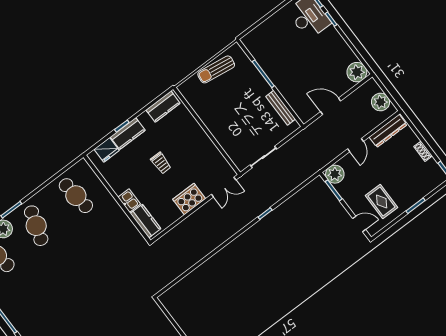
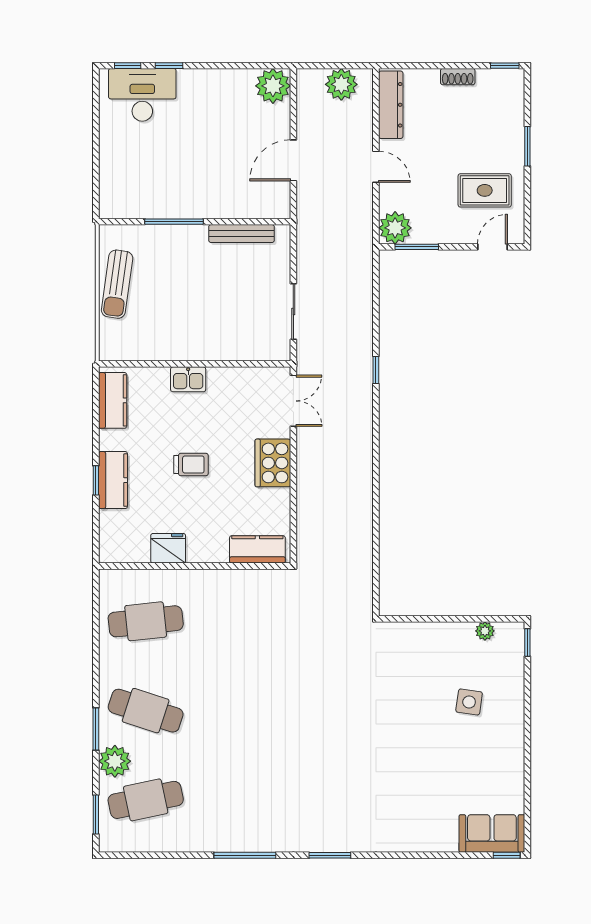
fridge: (107, 150) -> (168, 548), moved, turned -90
kitchen sink: (129, 201) -> (188, 379), moved, turned 180

